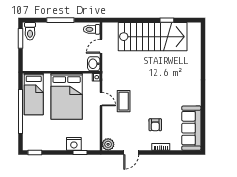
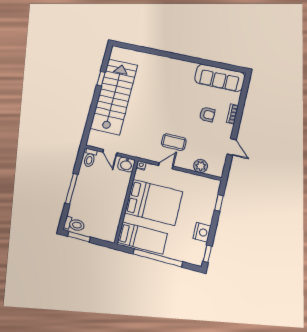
nightstand: (74, 144) -> (202, 232), moved
plant: (108, 144) -> (201, 166), moved

